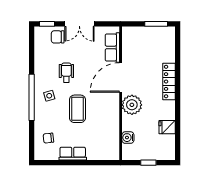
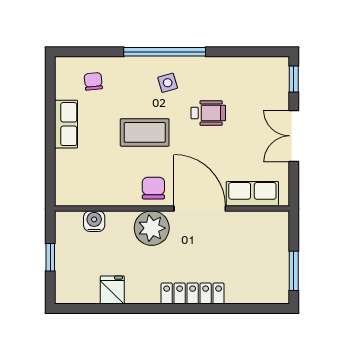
chair: (58, 37) -> (153, 188), moved

